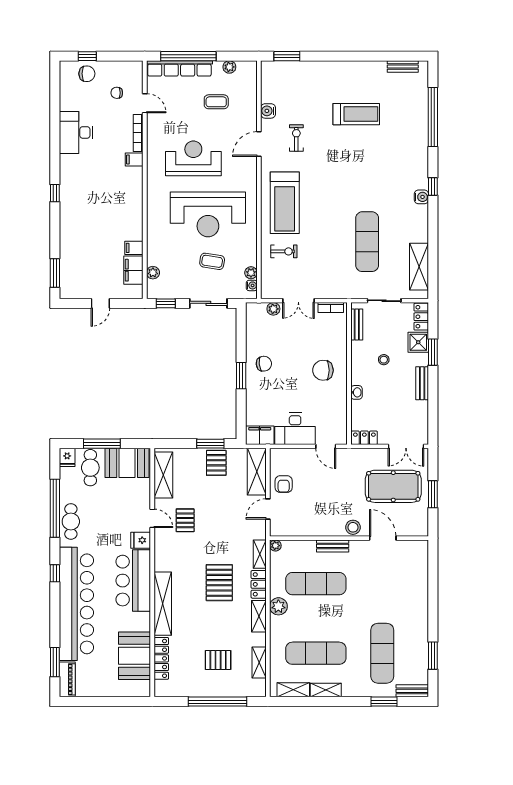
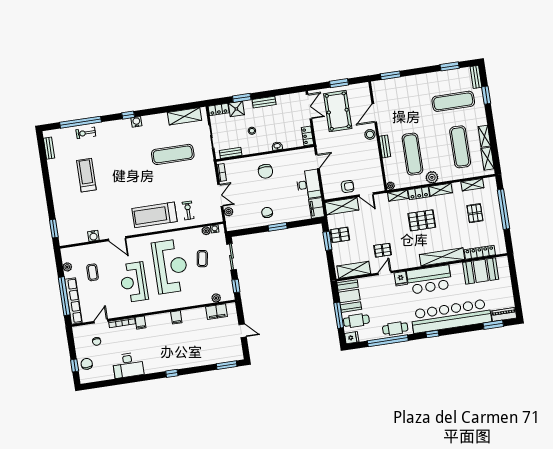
exercise bike: (296, 138) -> (86, 133), moved
treadmill: (285, 203) -> (155, 215), turned 180
filing cabinet: (134, 248) -> (176, 317), moved
window: (433, 569) -> (390, 75), added

